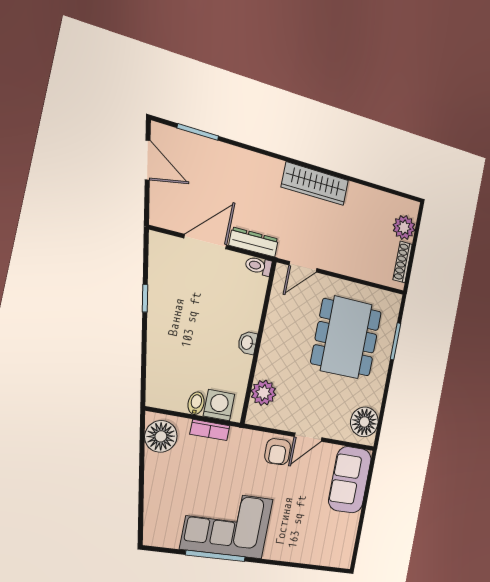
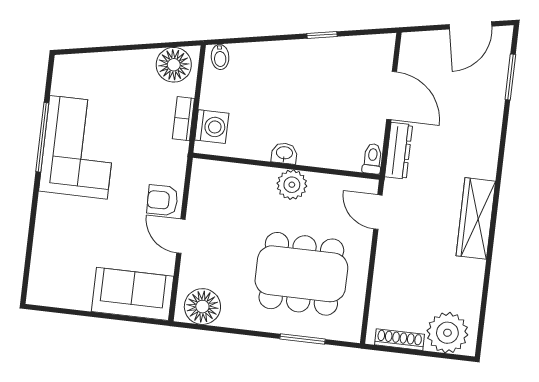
plant: (404, 227) -> (447, 333), width x1.36, depth x1.36
plant: (263, 393) -> (292, 185), moved
bidet: (196, 403) -> (220, 57), moved, turned 80

